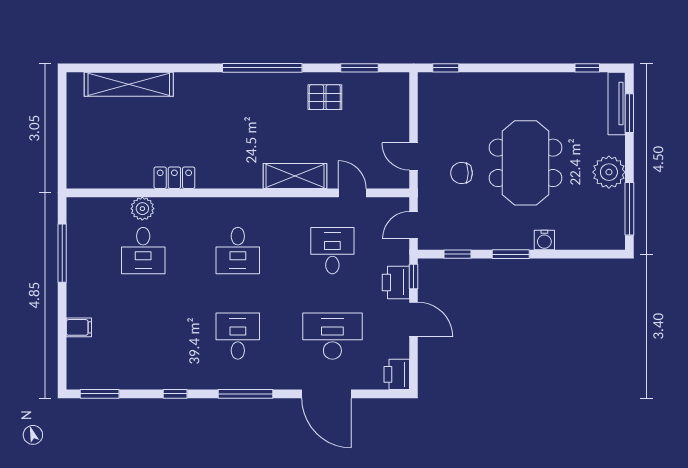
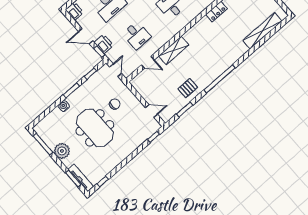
door: (413, 157) -> (151, 111), moved

